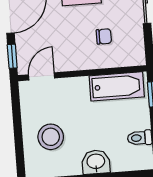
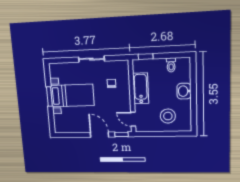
bathtub: (117, 86) -> (141, 88), moved

